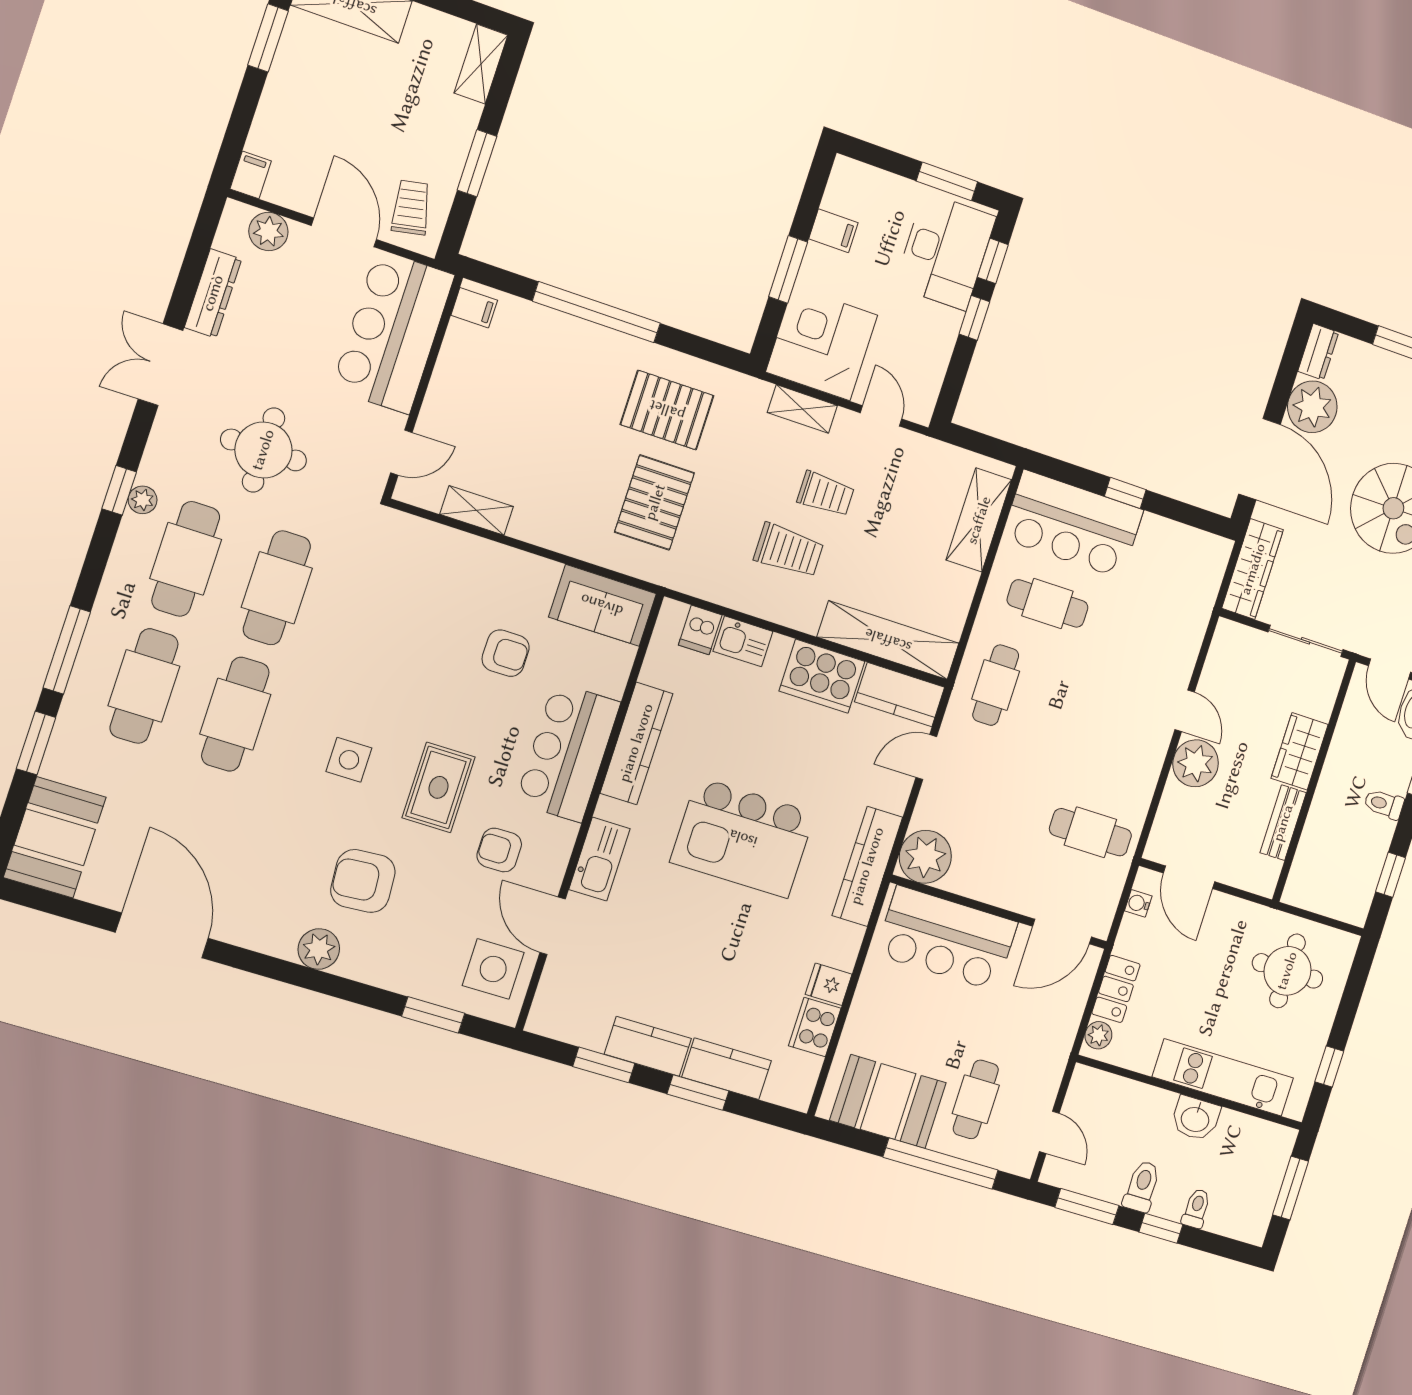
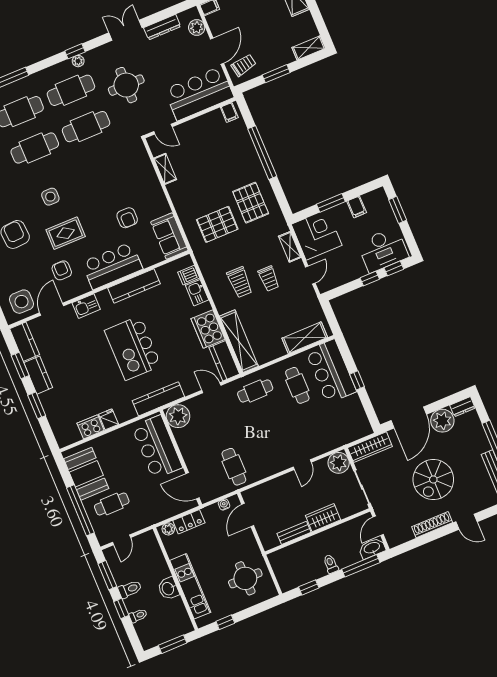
window: (947, 181) -> (398, 210), moved
plant: (1196, 763) -> (339, 463), moved
kitchen sink: (599, 859) -> (86, 306), width x0.73
kitchen counter: (727, 1069) -> (25, 342), moved

